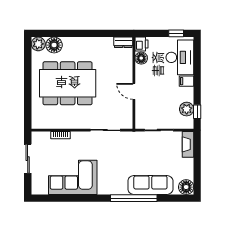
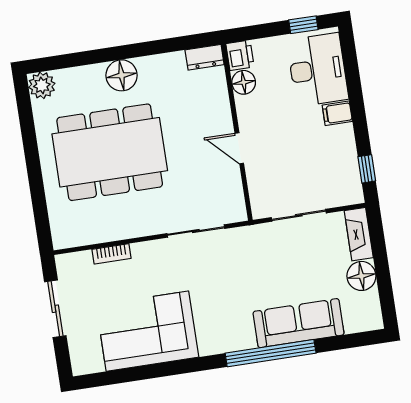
floor lamp: (54, 45) -> (122, 75), moved
plant: (187, 109) -> (346, 167), removed
floor lamp: (186, 187) -> (361, 276), moved

